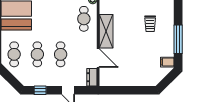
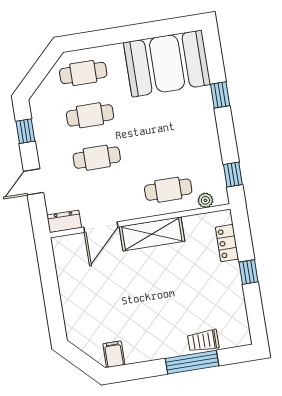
trolley: (150, 24) -> (203, 341), moved
window: (178, 39) -> (192, 362), moved

